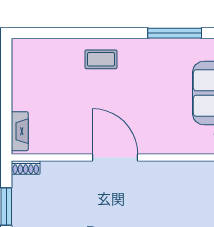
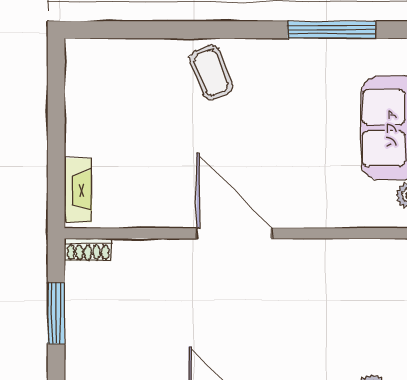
coffee table: (101, 59) -> (211, 73), turned 69

